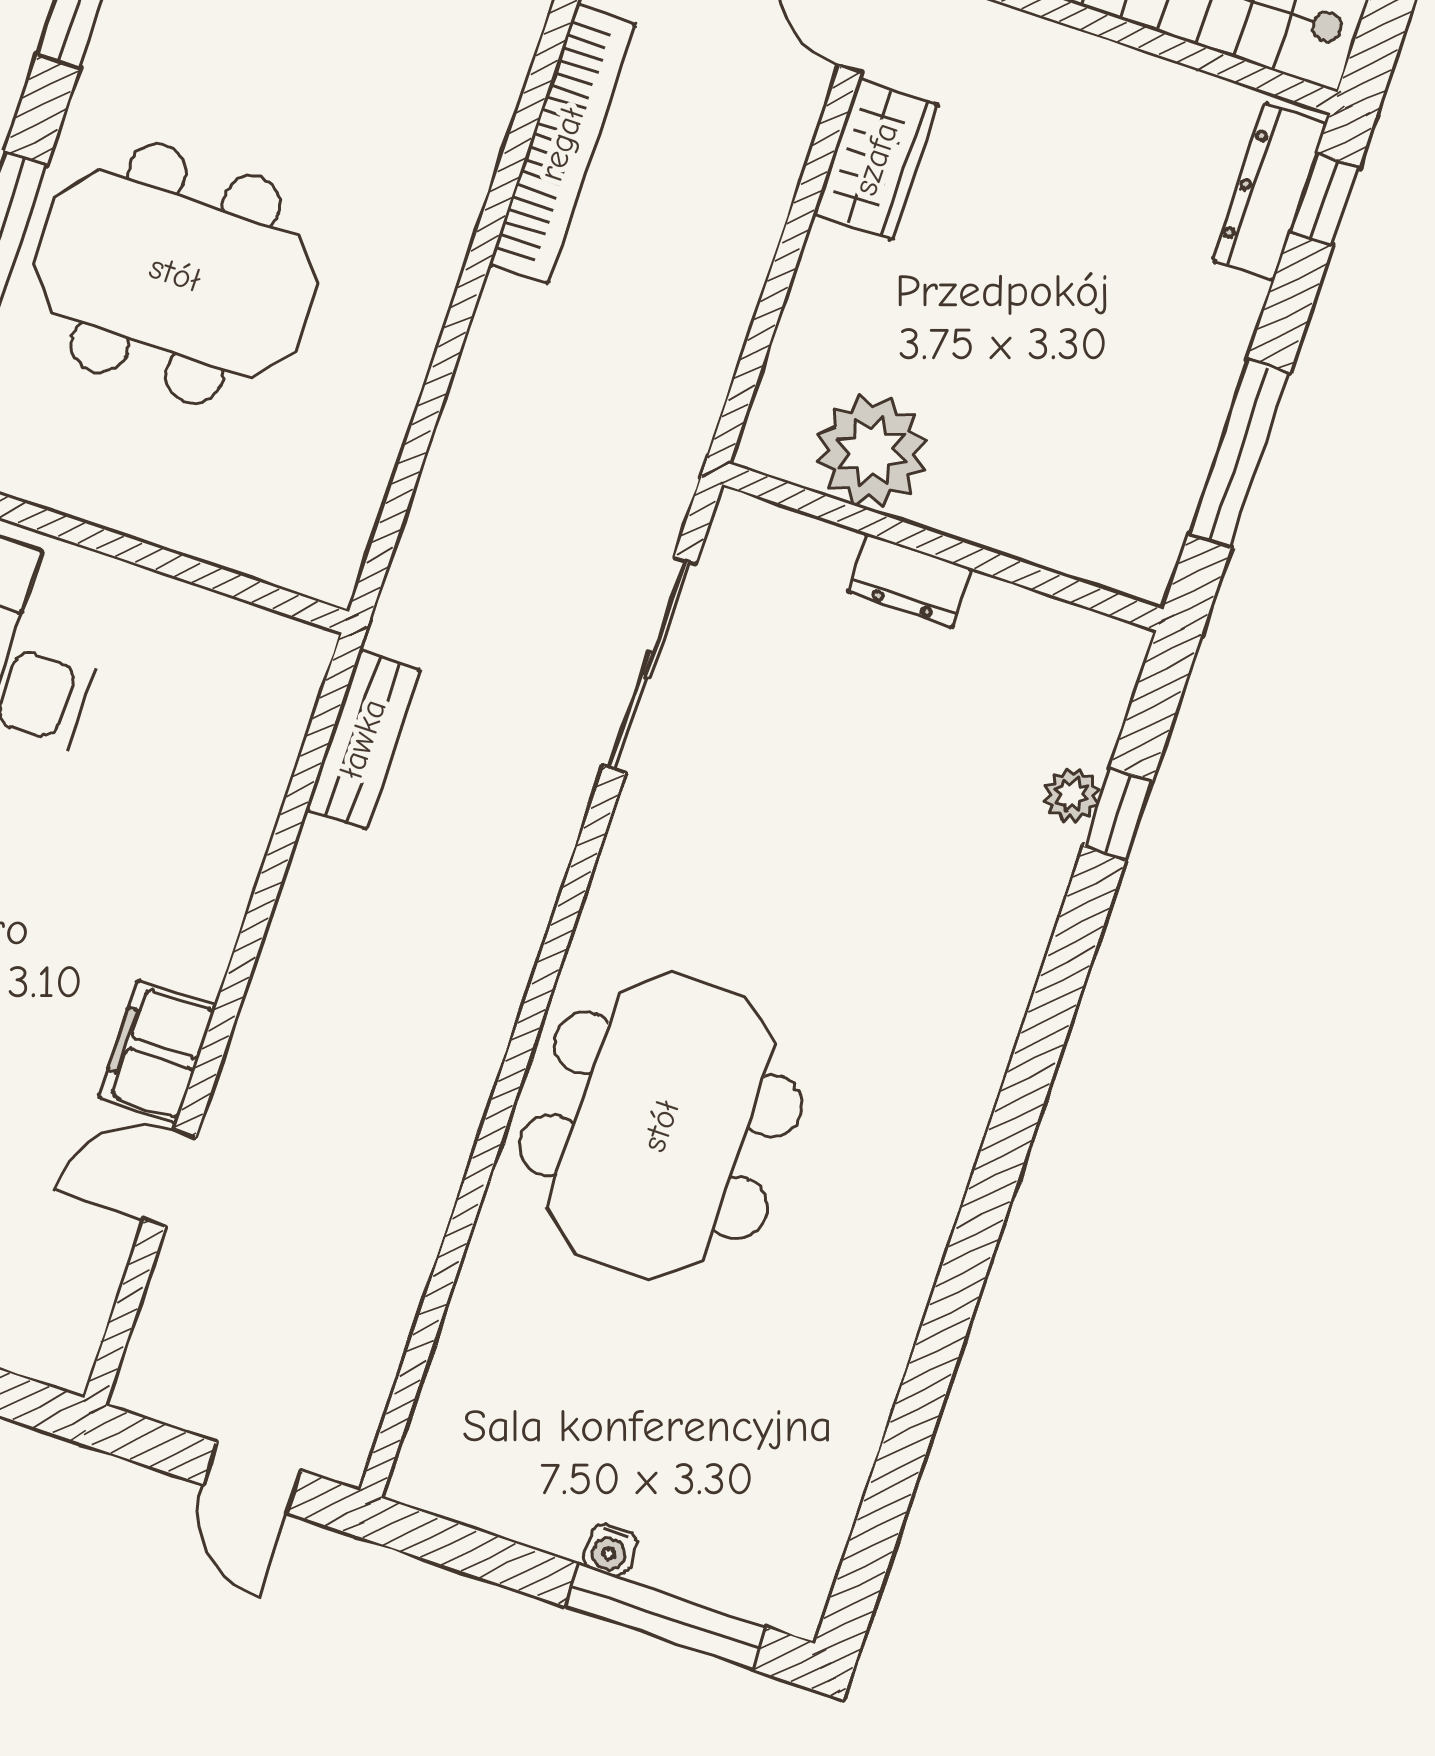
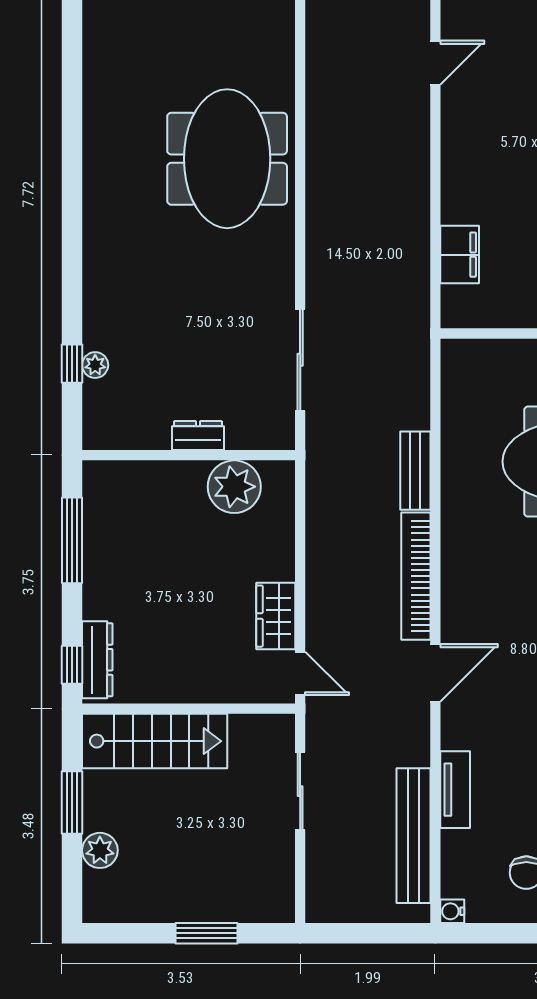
bench: (363, 739) -> (415, 471), moved
filing cabinet: (157, 1052) -> (460, 255), moved

